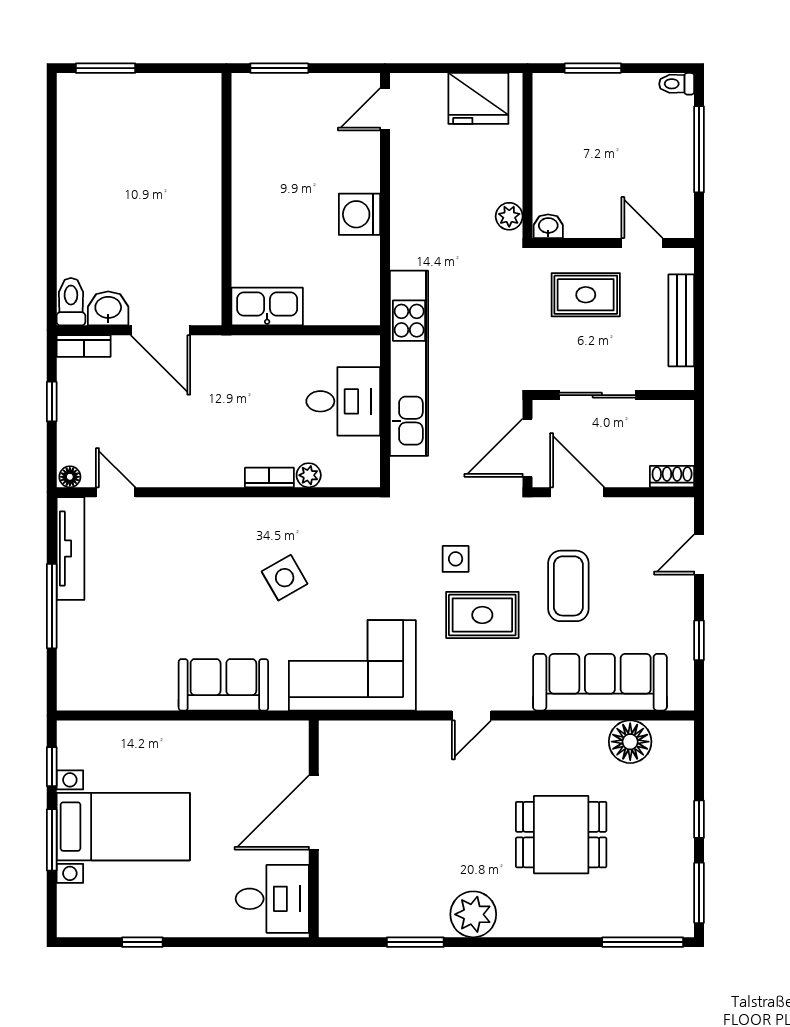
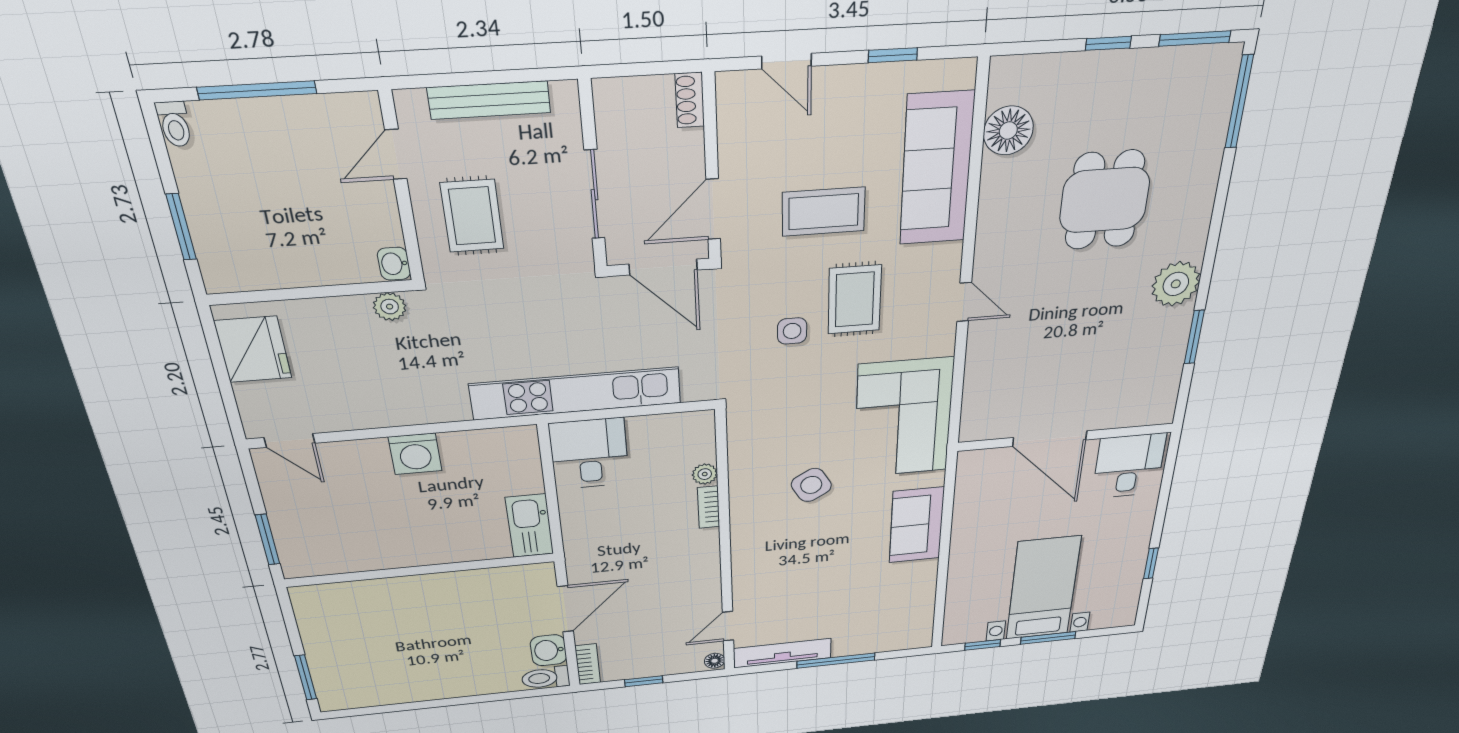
desk: (343, 401) -> (589, 454), moved

